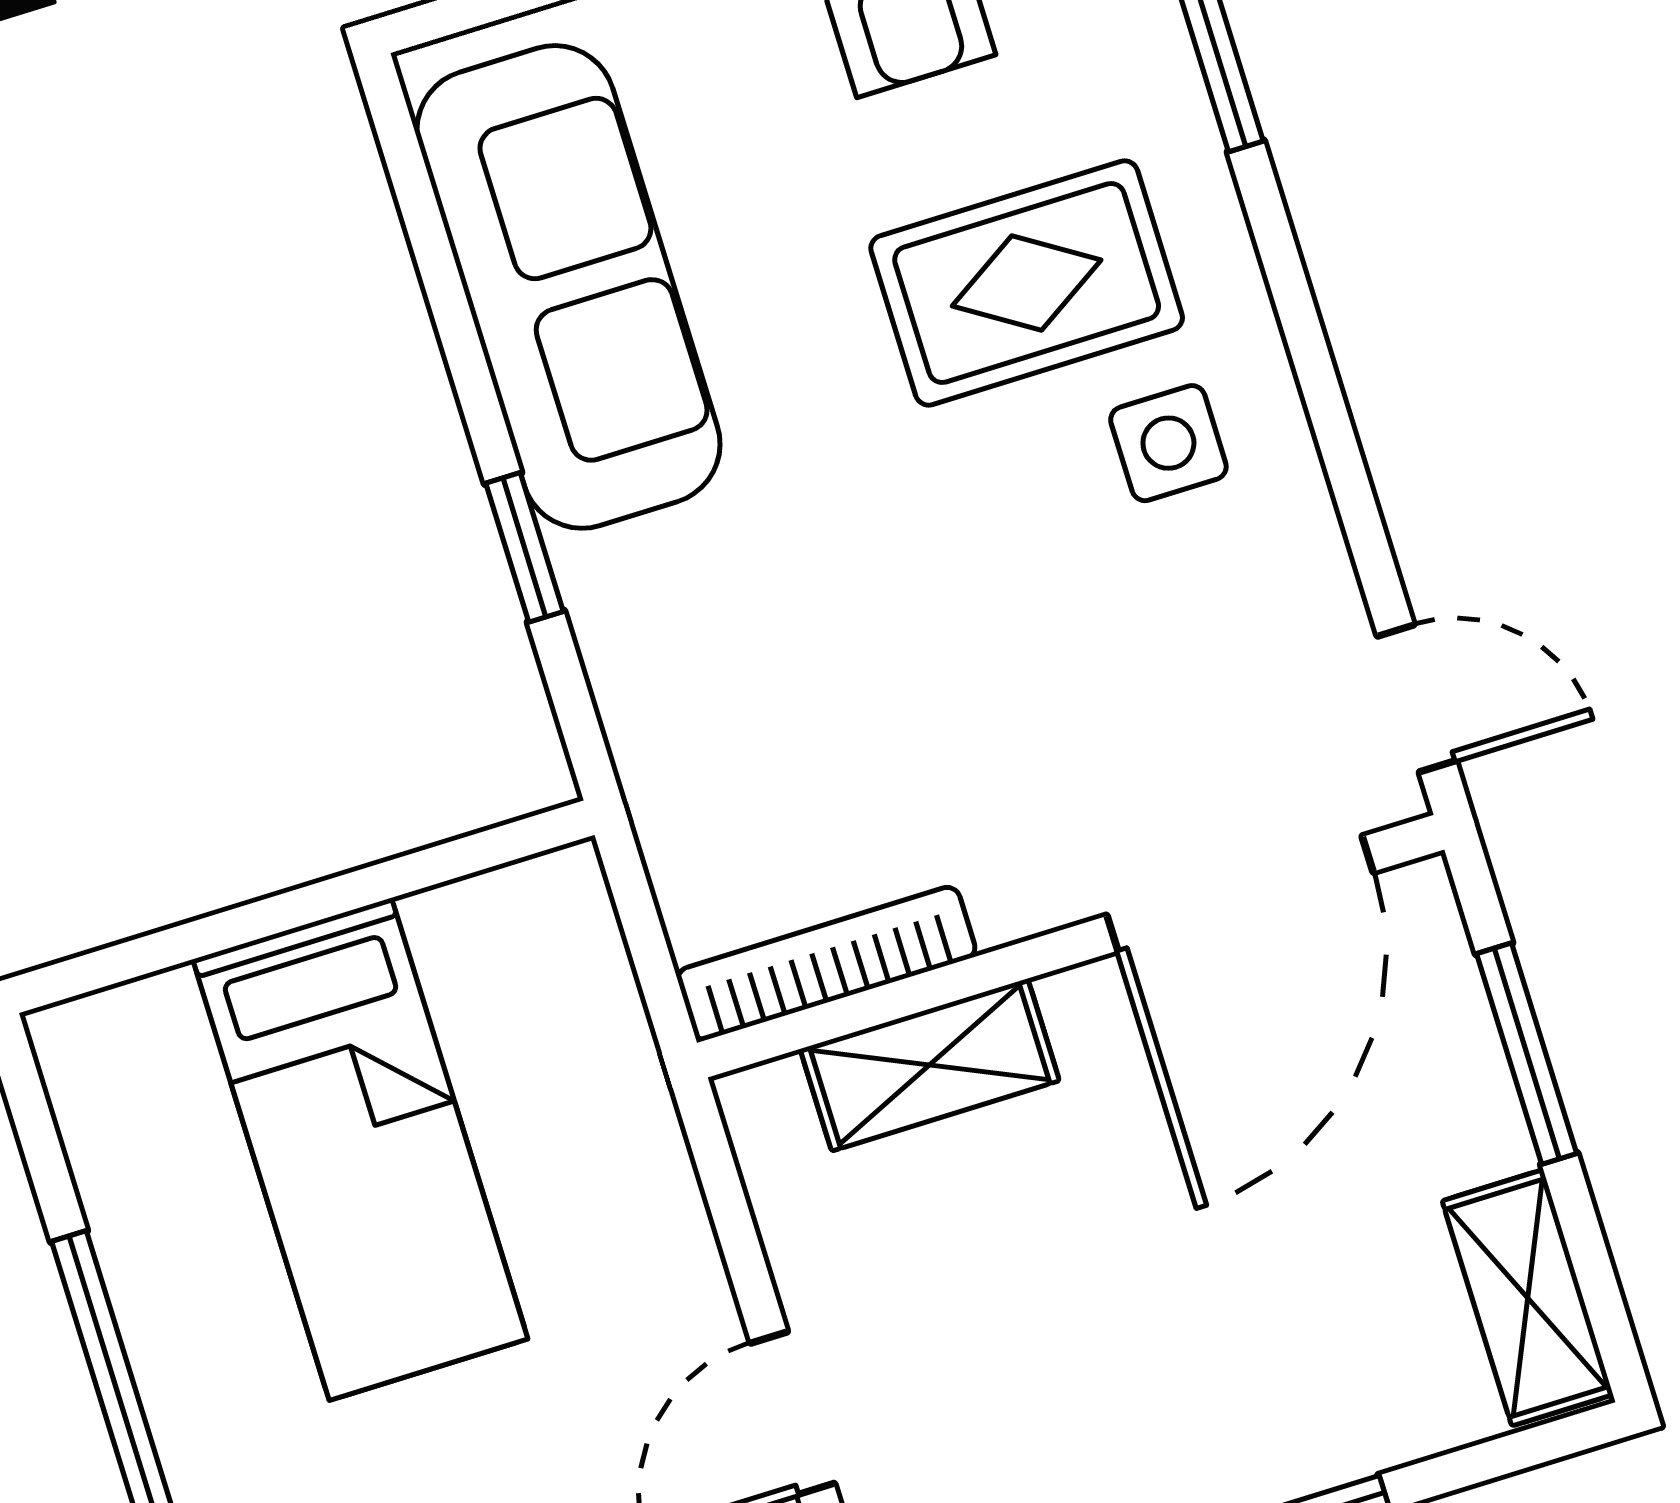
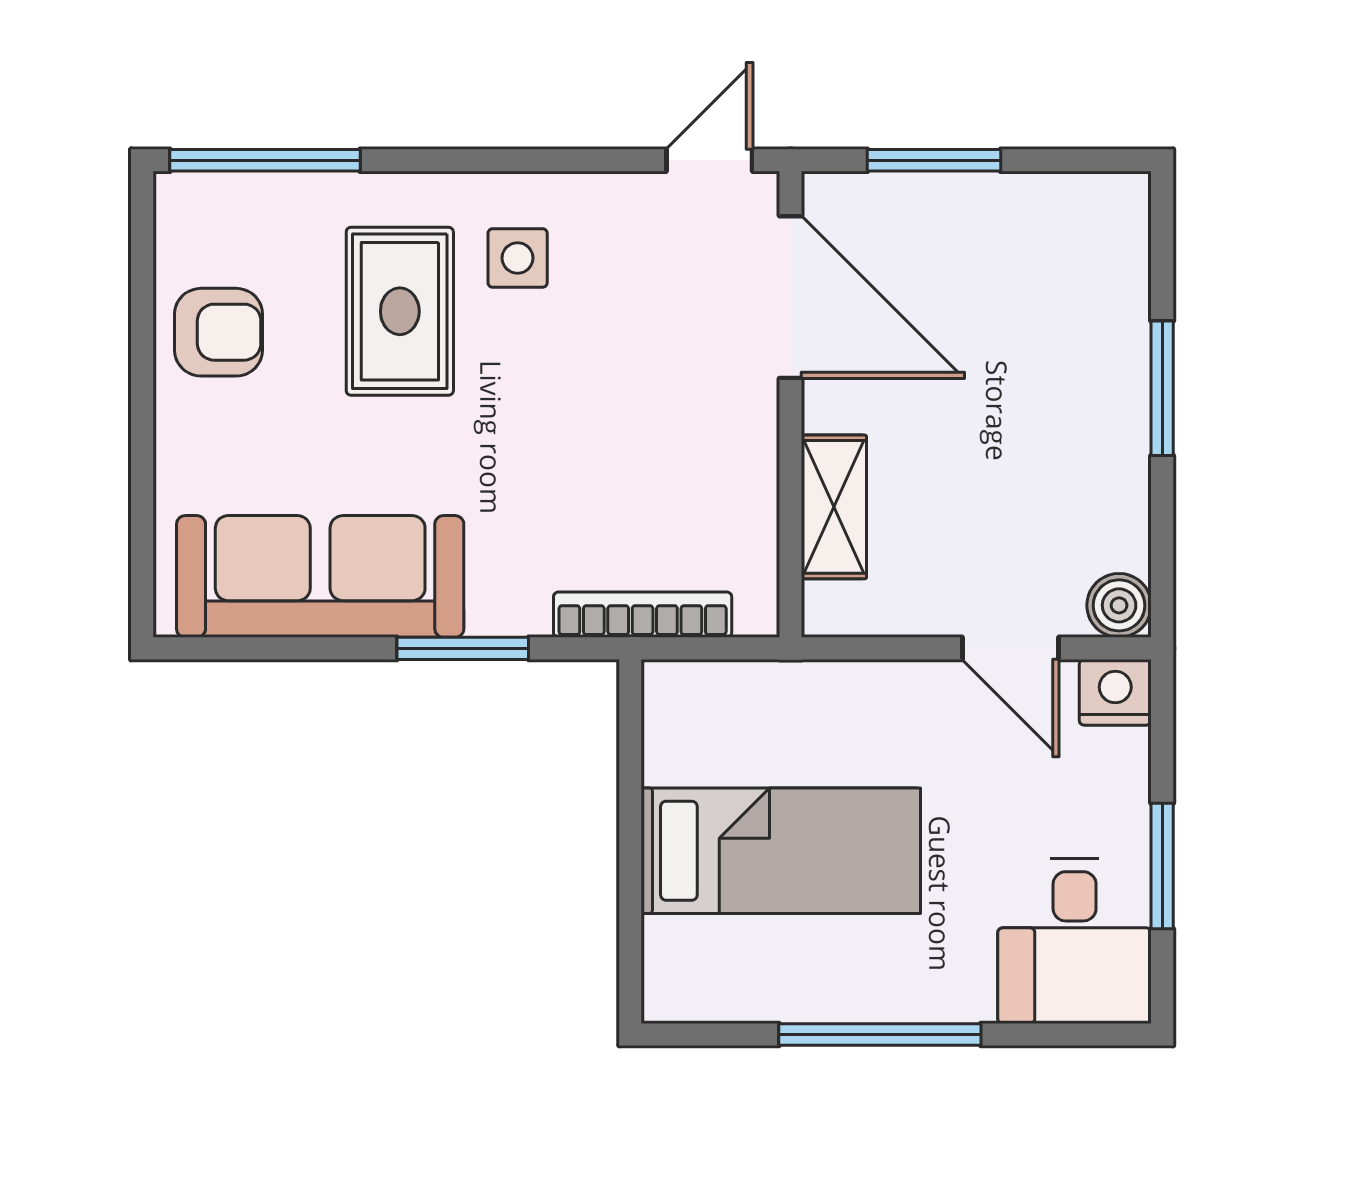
window: (525, 547) -> (463, 648), width x1.50
bookcase: (826, 963) -> (643, 615), moved, turned 90
shelving: (1528, 1298) -> (1075, 203), removed

